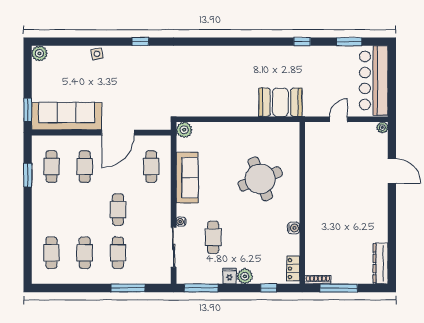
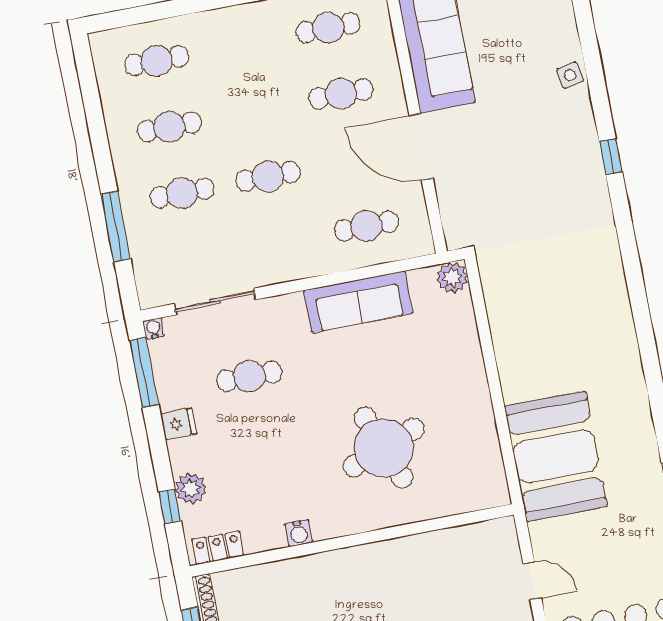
booth: (280, 102) -> (556, 456), width x1.36, depth x1.42
water cooler: (181, 222) -> (153, 329), moved
plant: (245, 276) -> (191, 489), moved

